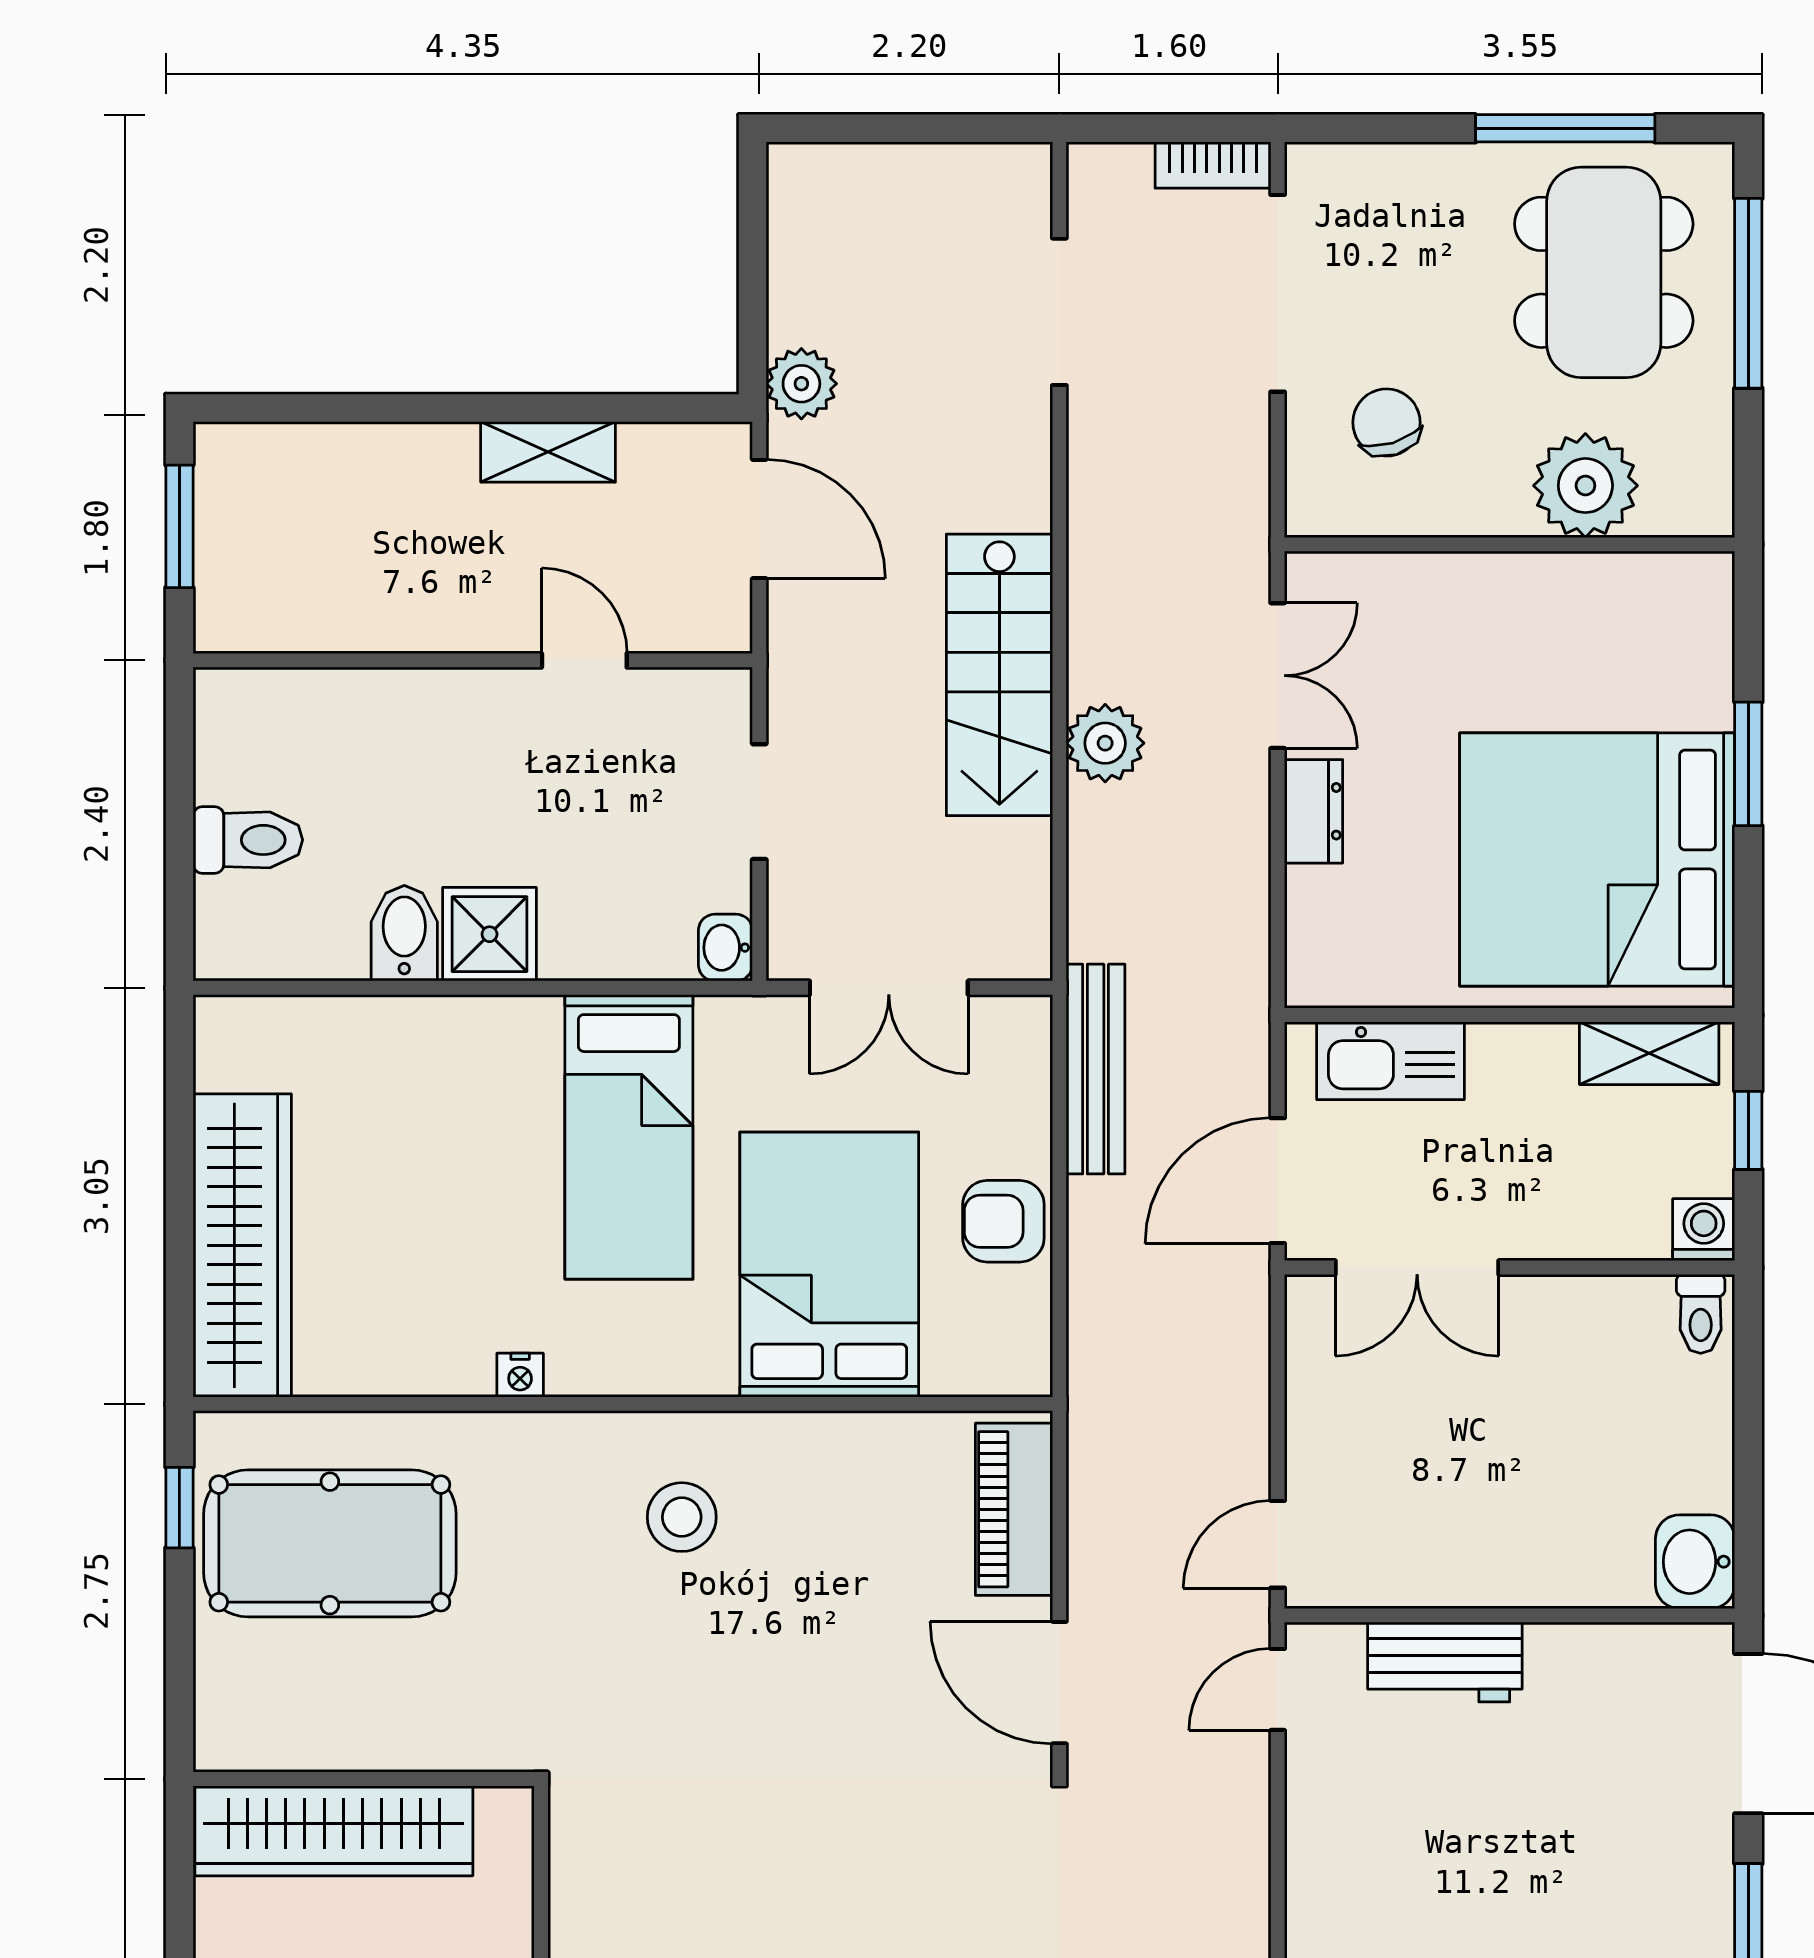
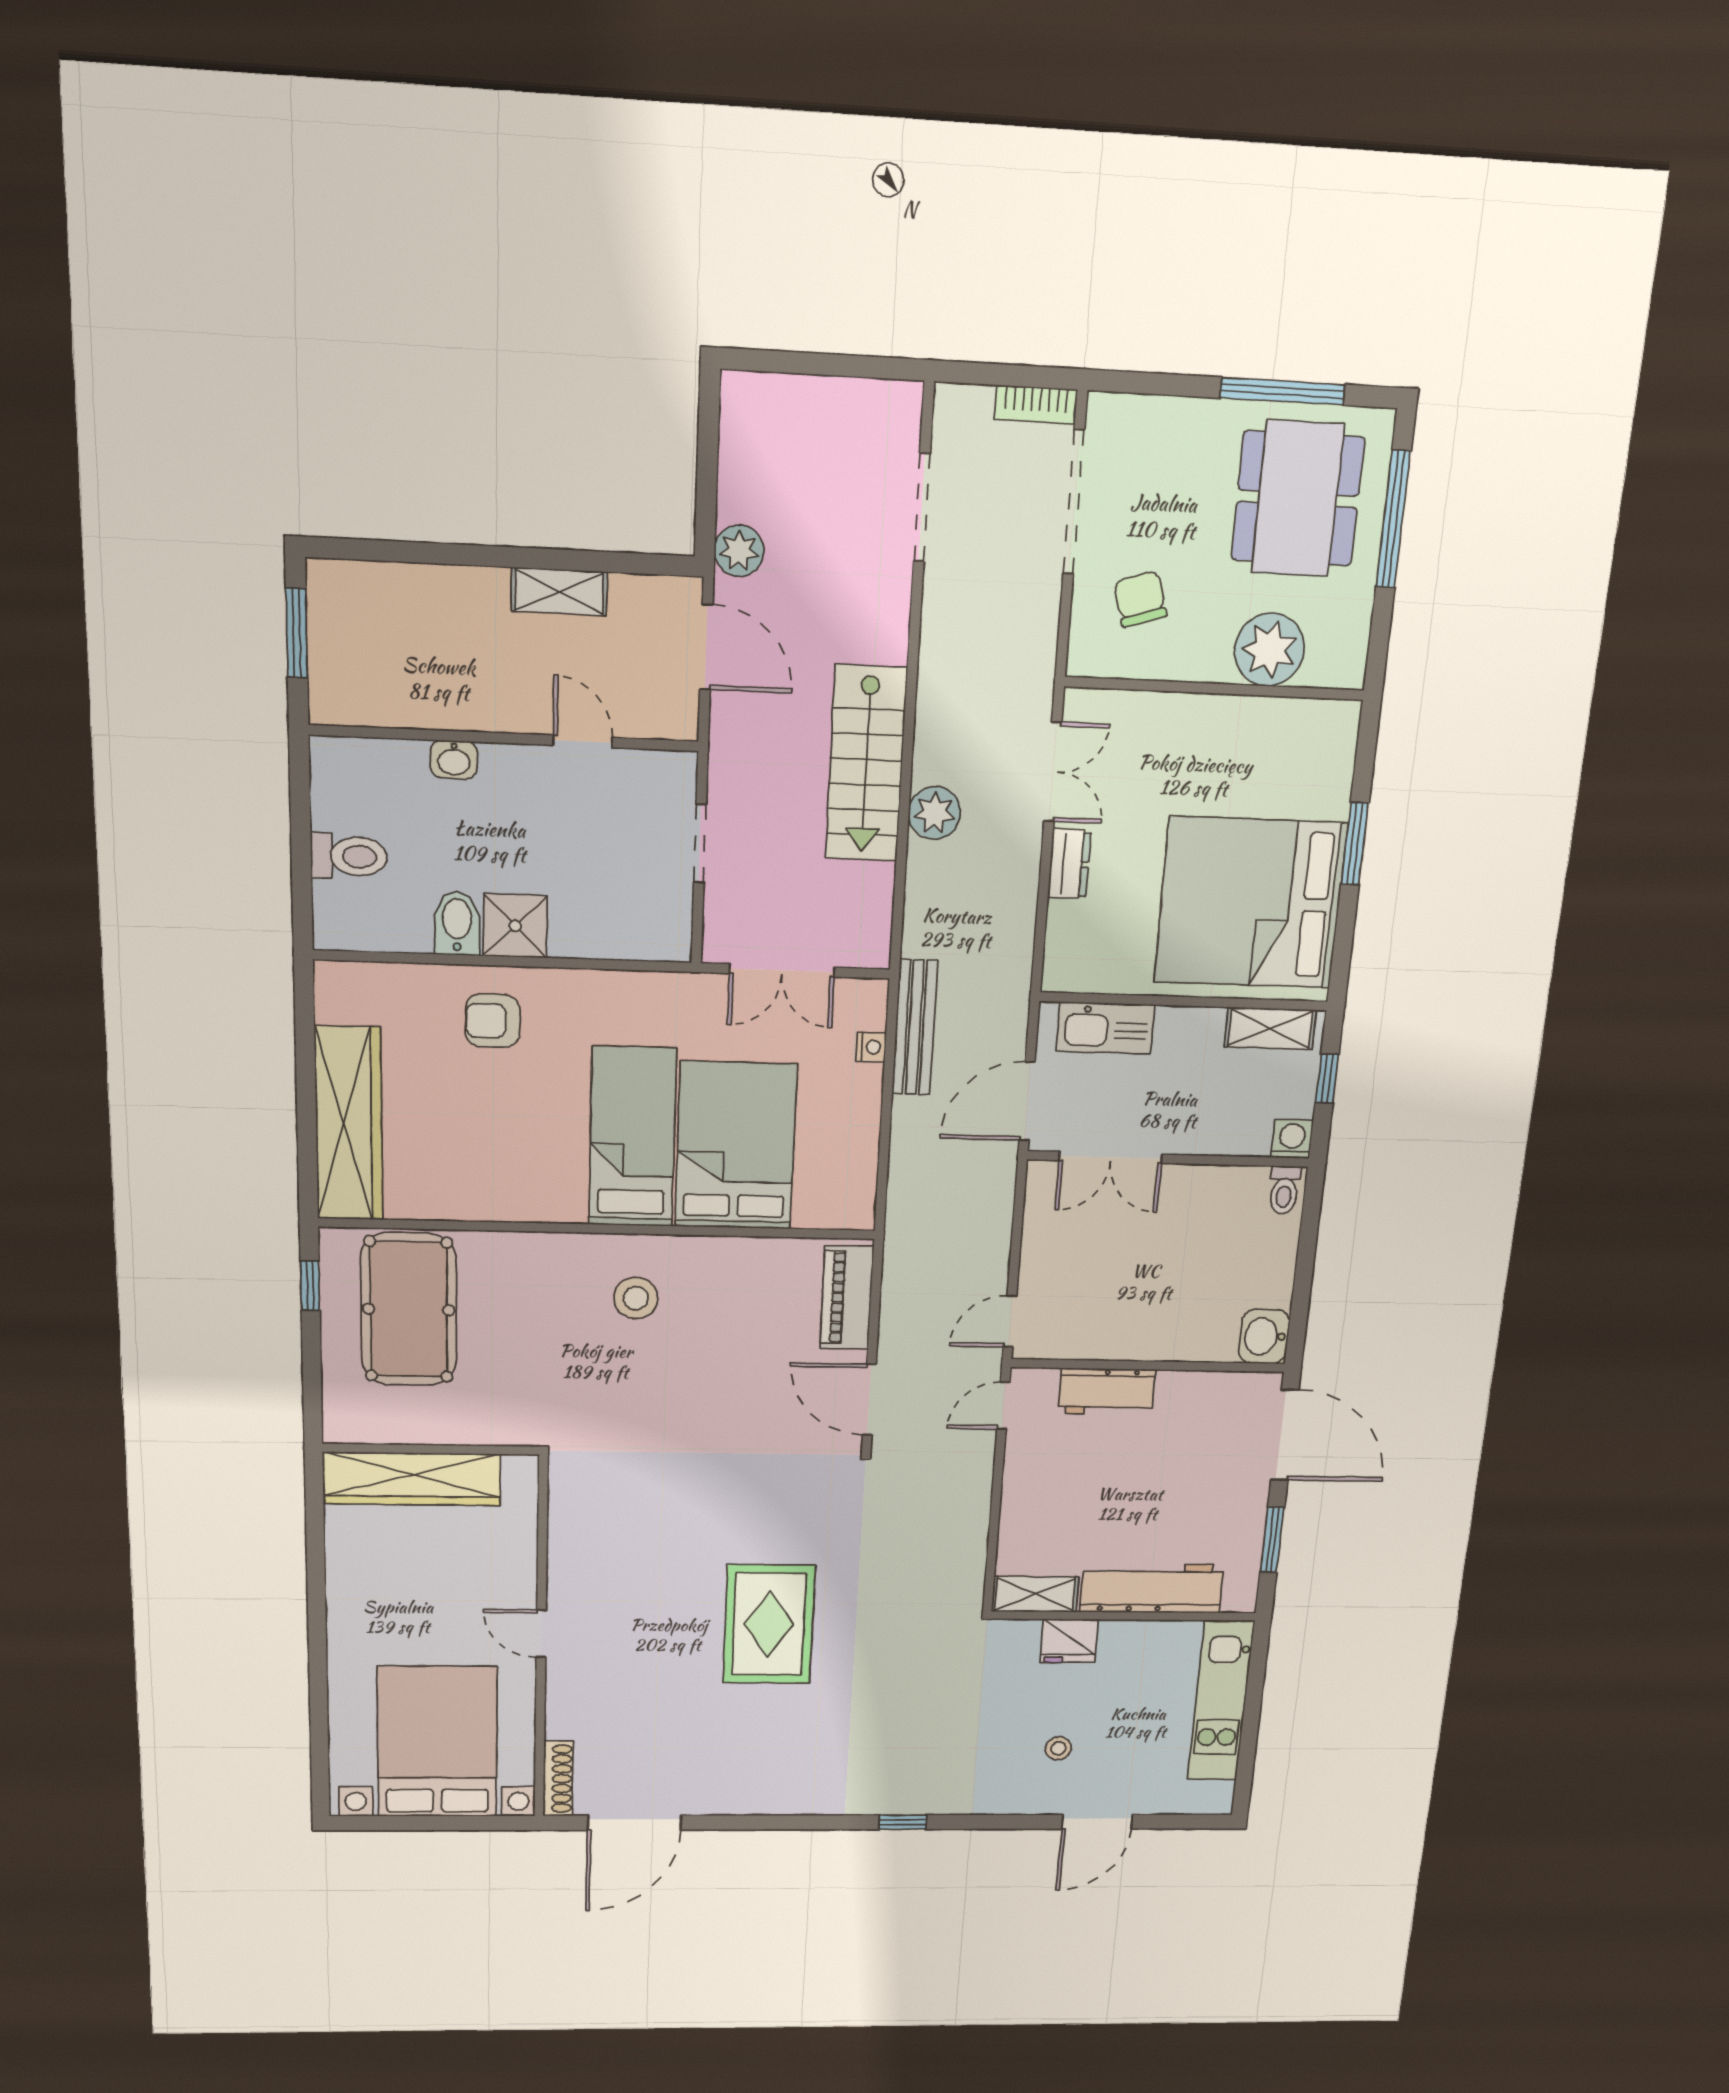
washbasin: (725, 948) -> (454, 760), moved, turned -90
bed: (629, 1137) -> (632, 1137), moved, turned 180
armchair: (1003, 1221) -> (493, 1021), moved
nightstand: (520, 1375) -> (871, 1047), moved, turned -90
pool table: (330, 1543) -> (409, 1310), turned 90

